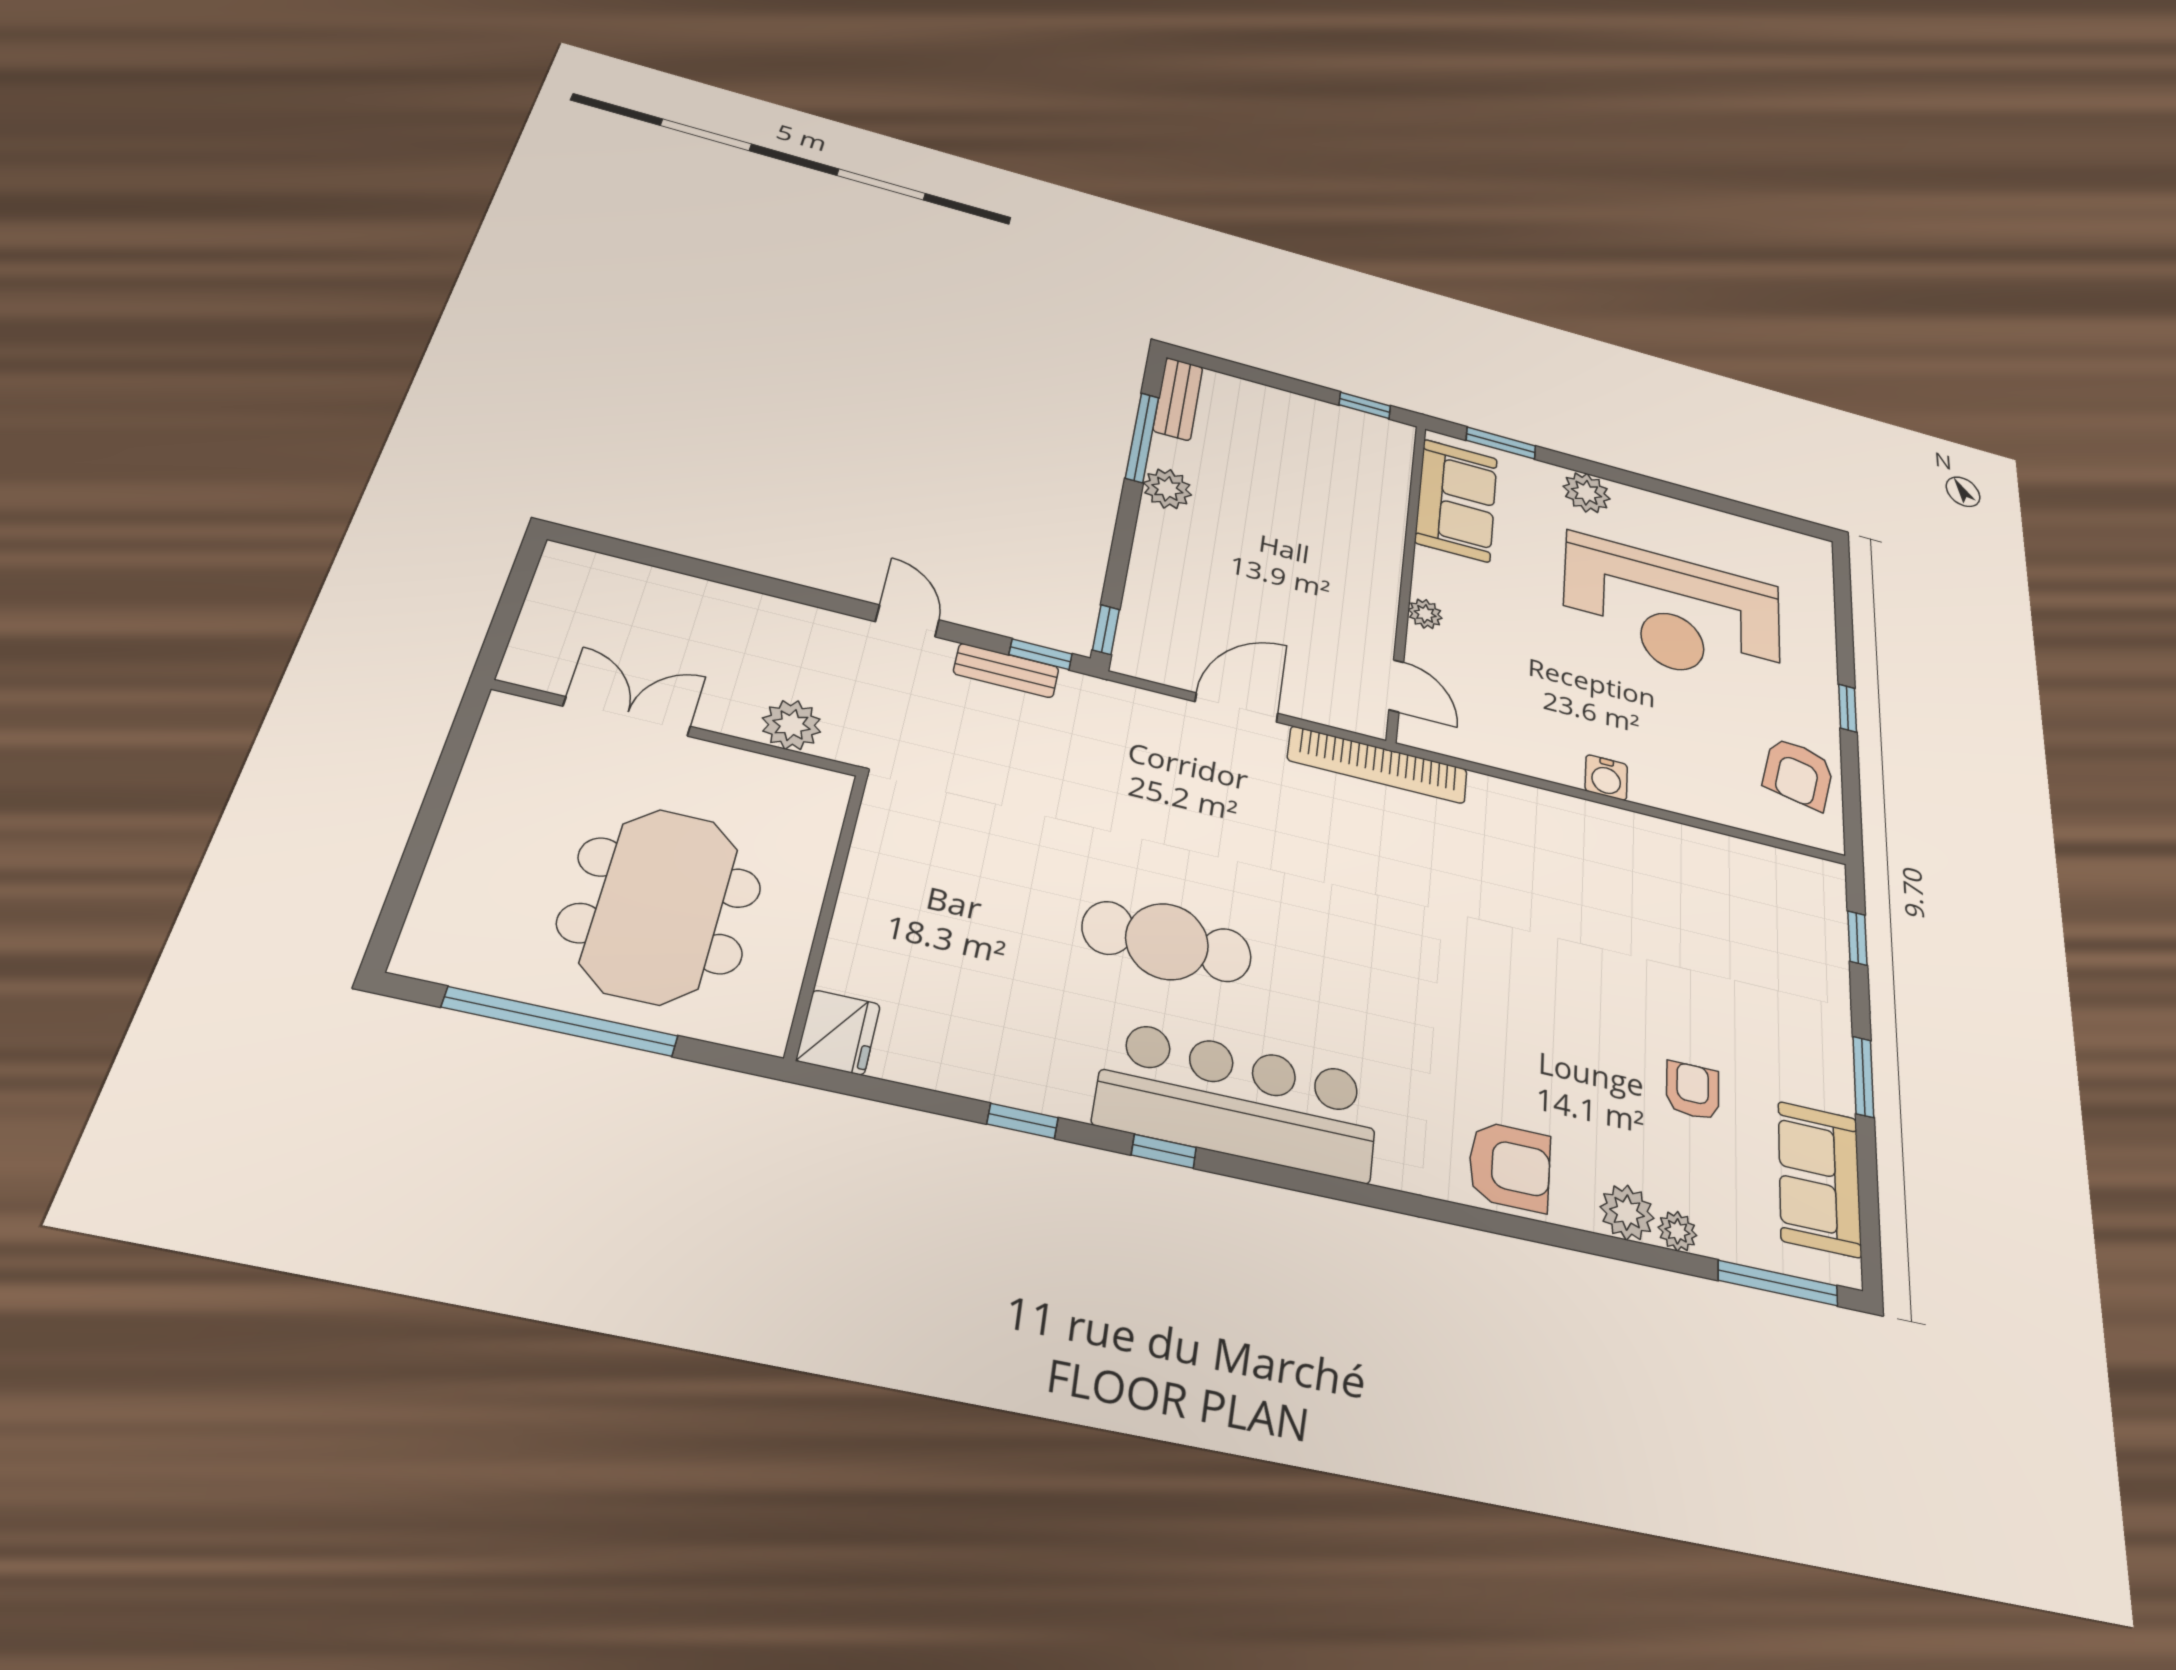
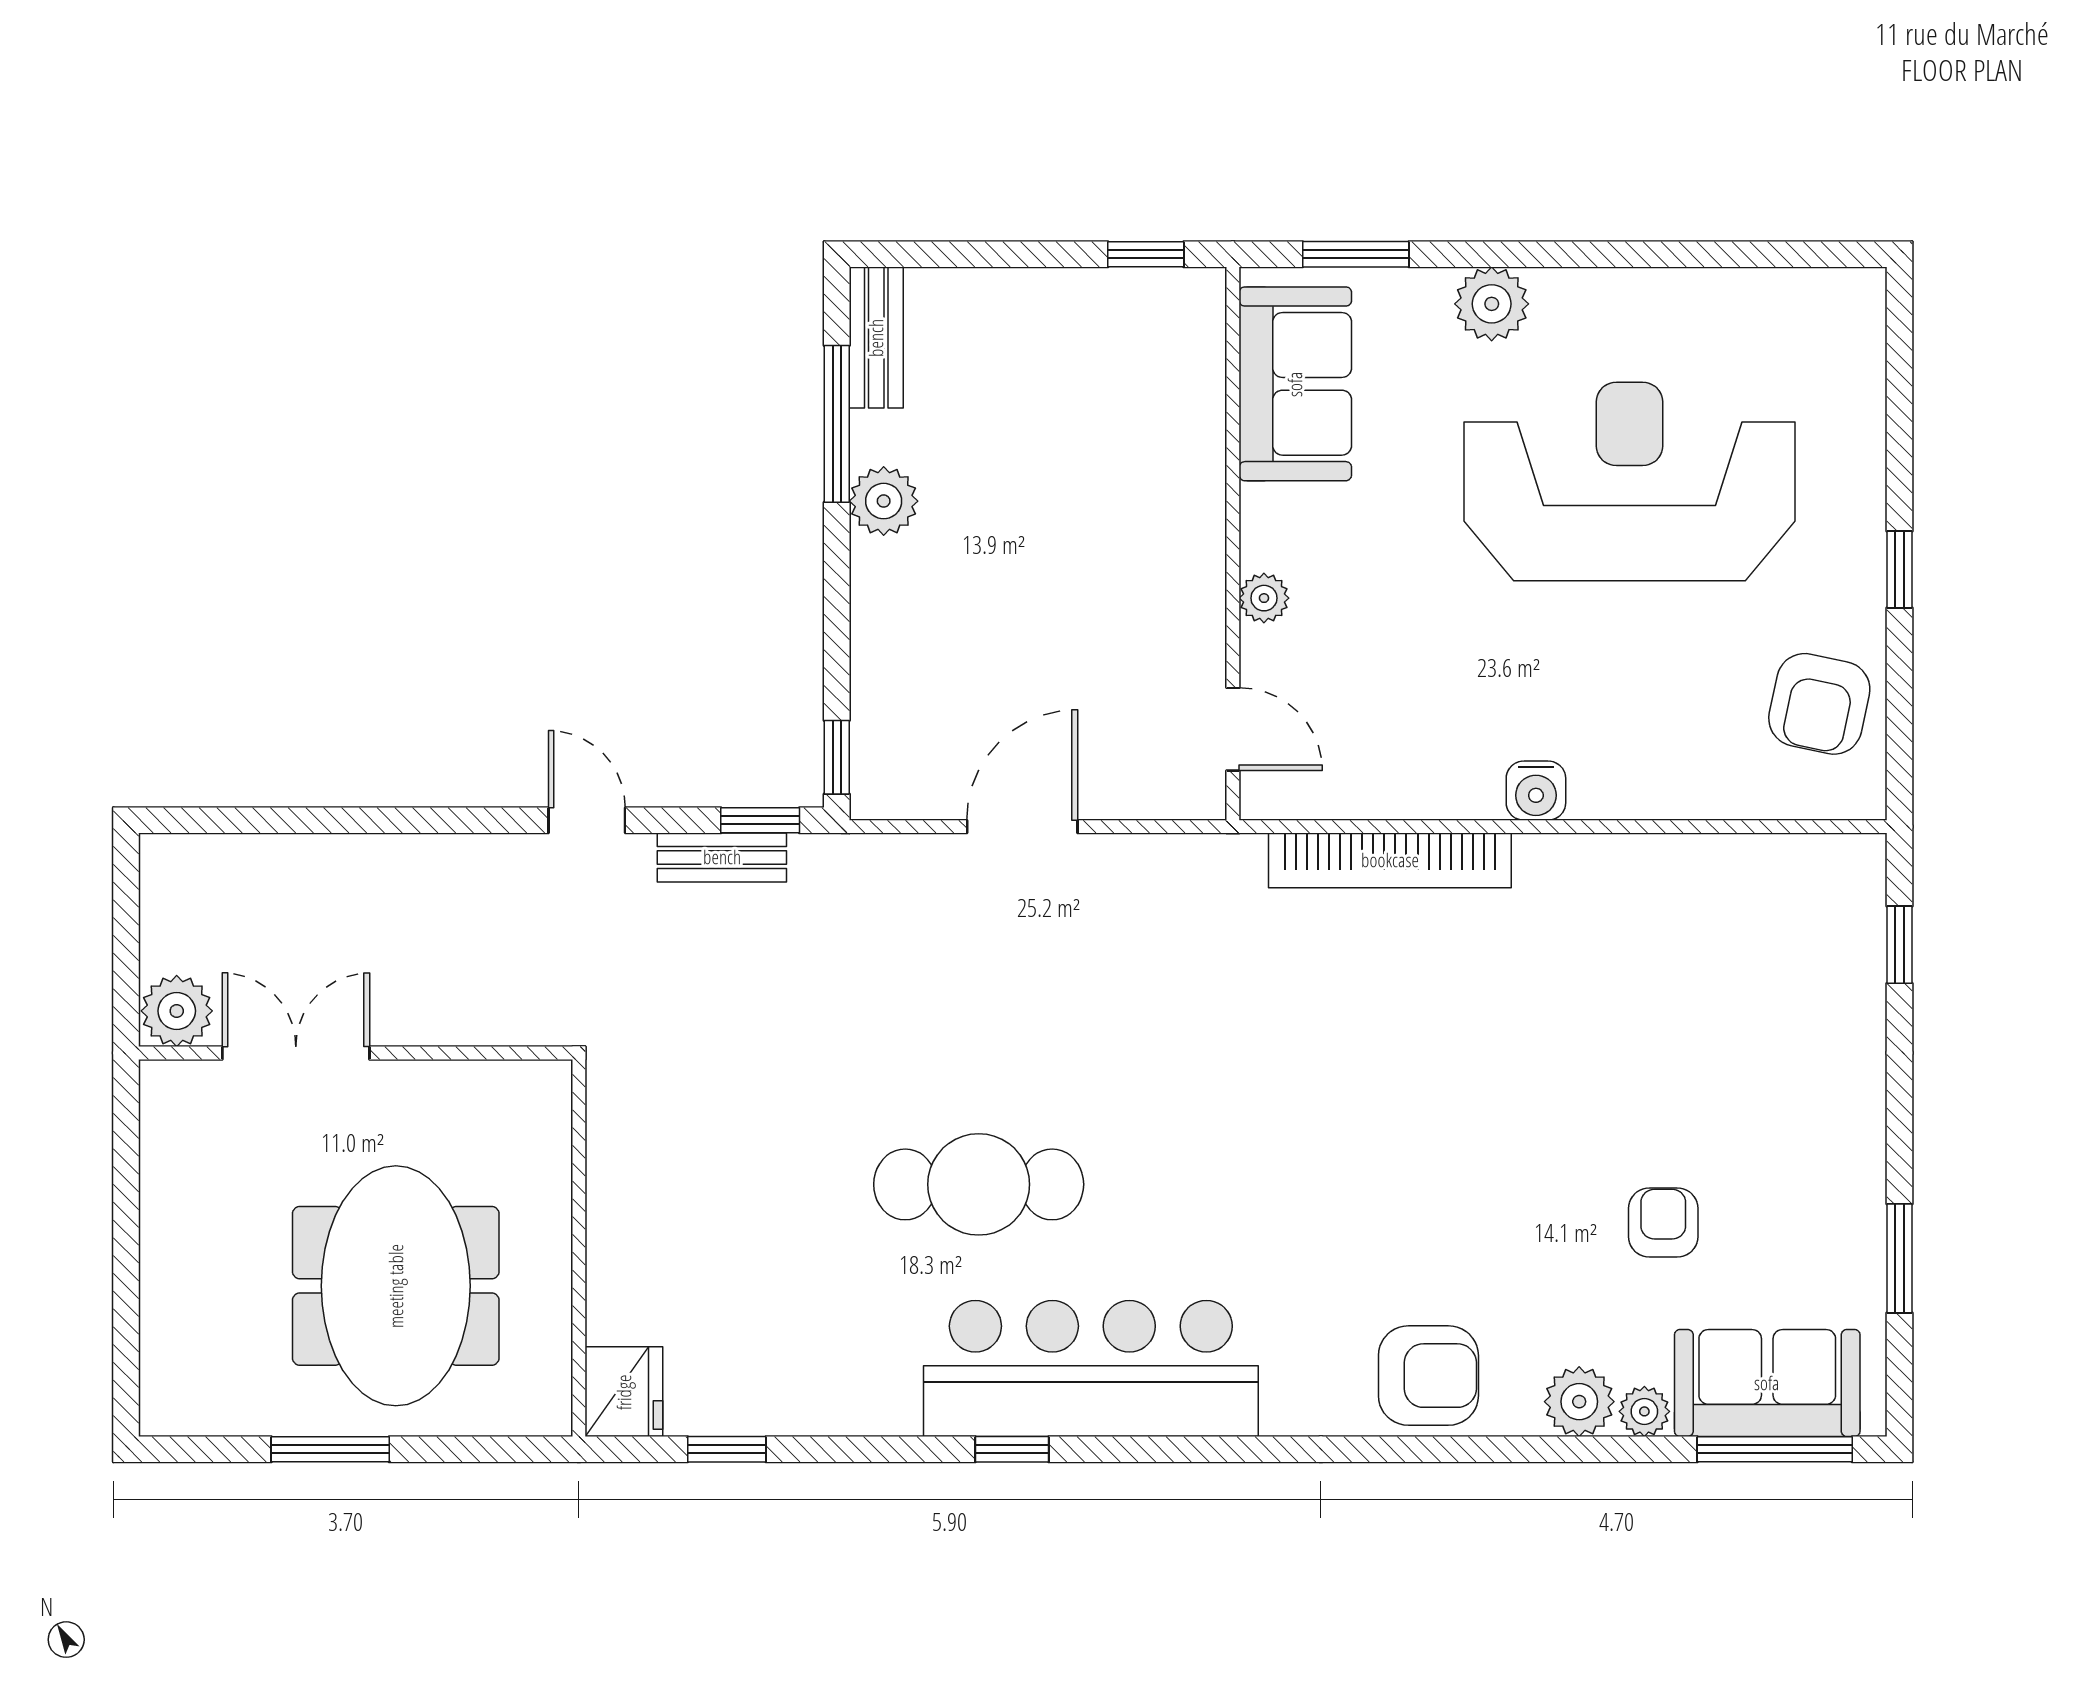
reception desk: (1673, 612) -> (1629, 482), turned 180
plant: (792, 725) -> (177, 1011), moved
bookcase: (1378, 765) -> (1390, 860), moved
window: (561, 1022) -> (330, 1449), width x0.47
window: (1863, 1077) -> (1900, 1258), moved
window: (1022, 1121) -> (727, 1449), moved
sofa: (1819, 1179) -> (1767, 1383), moved, turned 90

